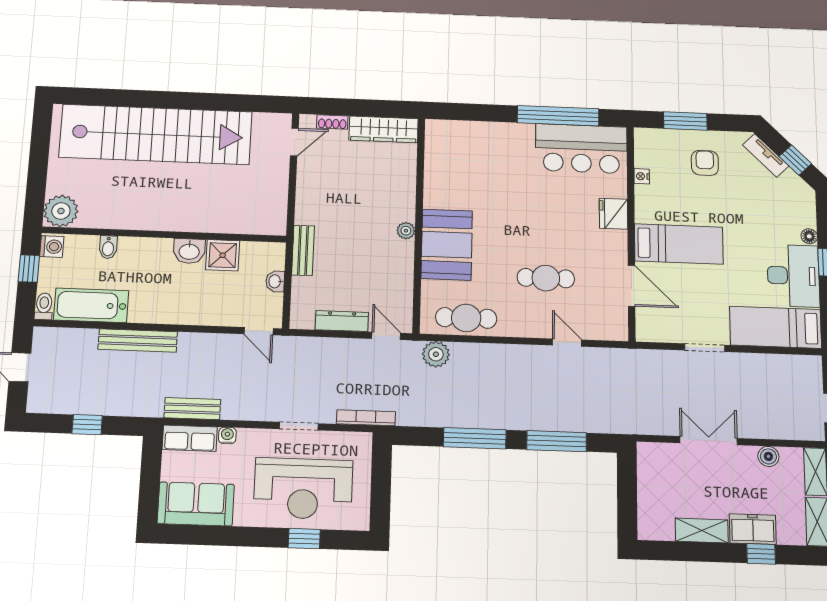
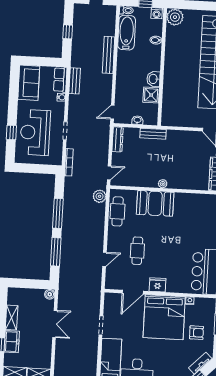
fridge: (613, 214) -> (158, 285), moved
bed: (679, 244) -> (164, 317), width x2.04
dresser: (342, 321) -> (118, 139), moved
boiler: (768, 456) -> (50, 294), moved

